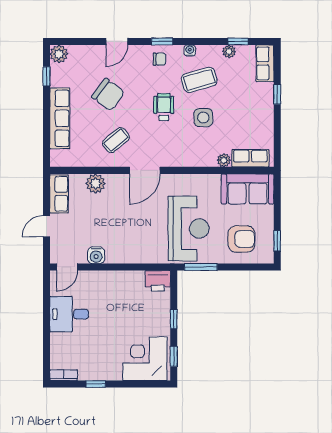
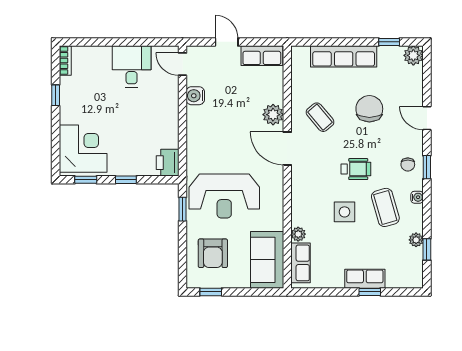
row of seats: (265, 63) -> (365, 279), moved
chair: (108, 95) -> (369, 109), turned 143
plant: (96, 183) -> (273, 115), moved
window: (201, 267) -> (182, 209), width x0.67

